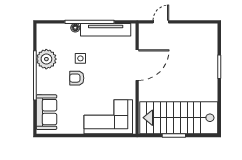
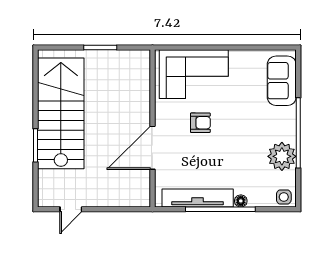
door: (161, 22) -> (71, 209), moved
side table: (80, 58) -> (284, 197), moved
armchair: (77, 78) -> (200, 123), moved
stairs: (179, 118) -> (61, 113), moved, turned -90

